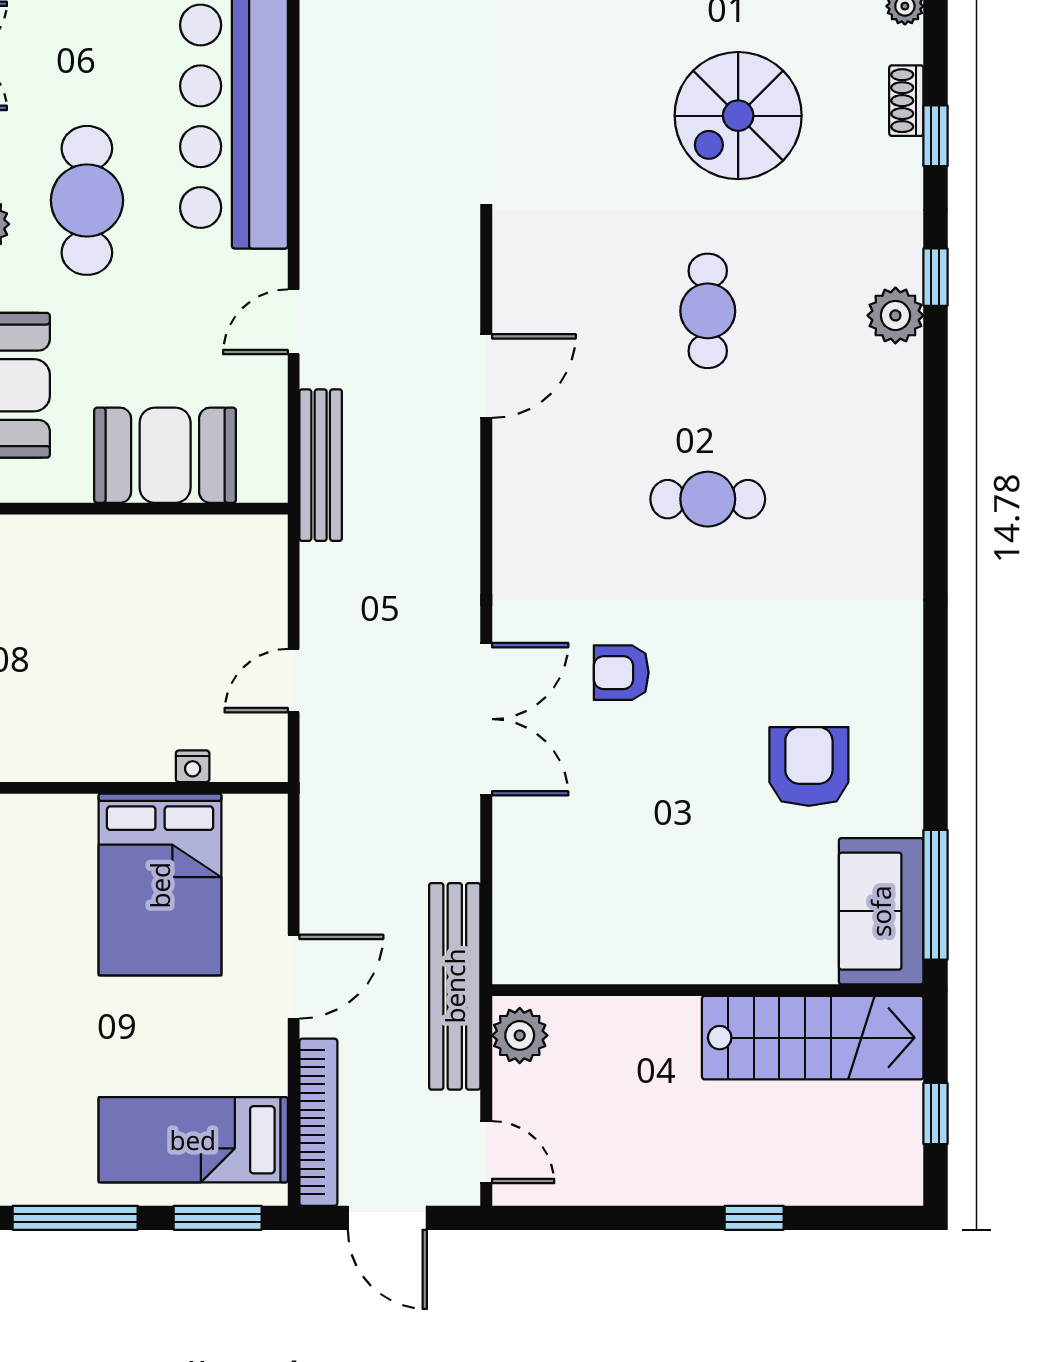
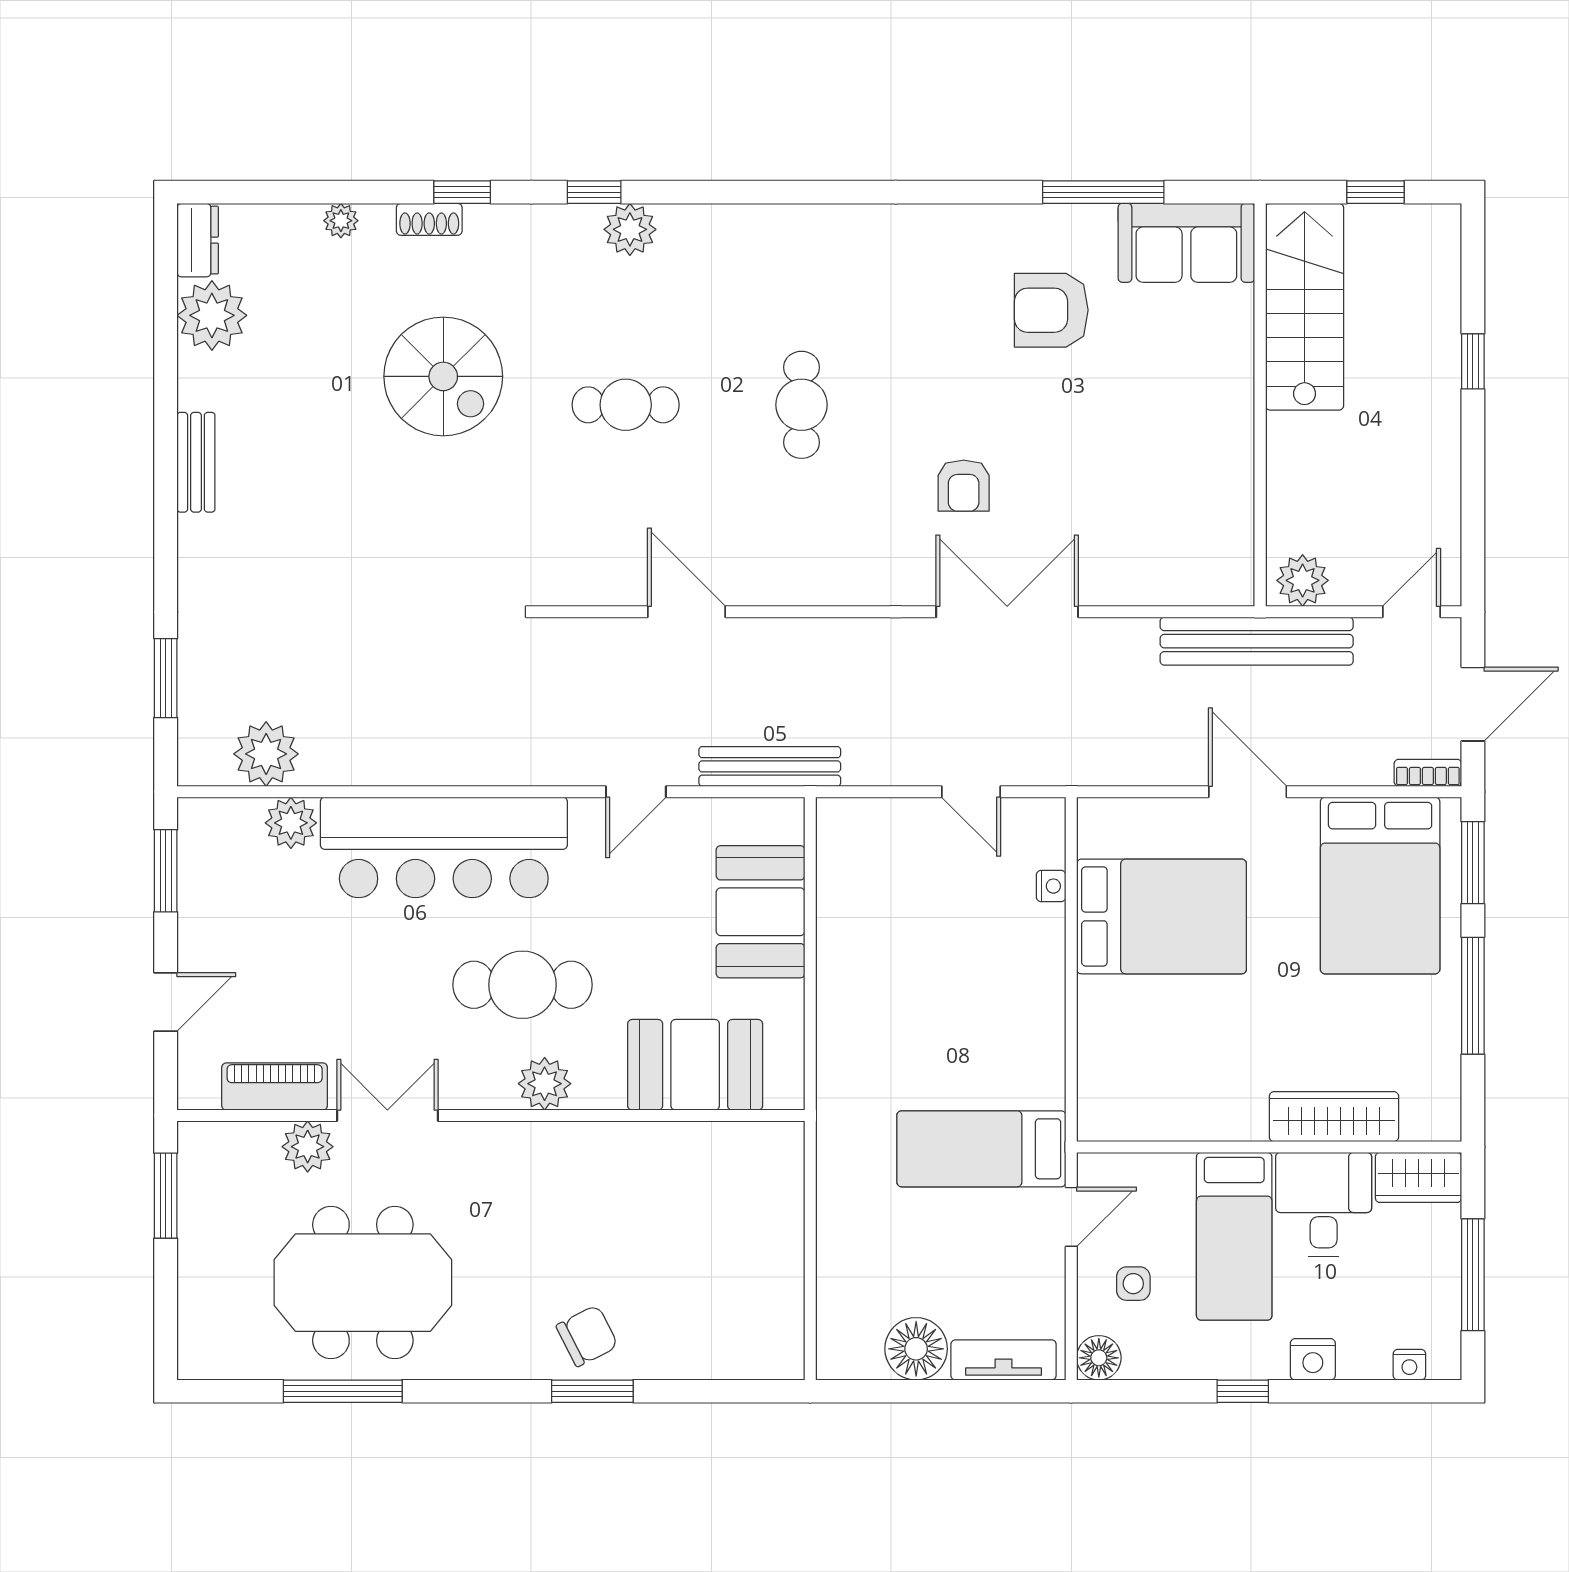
door: (294, 322) -> (636, 792), hinge flipped
window: (935, 895) -> (1103, 192), moved
bookcase: (318, 1122) -> (1428, 773), width x0.43, depth x0.76
bed: (193, 1140) -> (1380, 885), width x1.50

